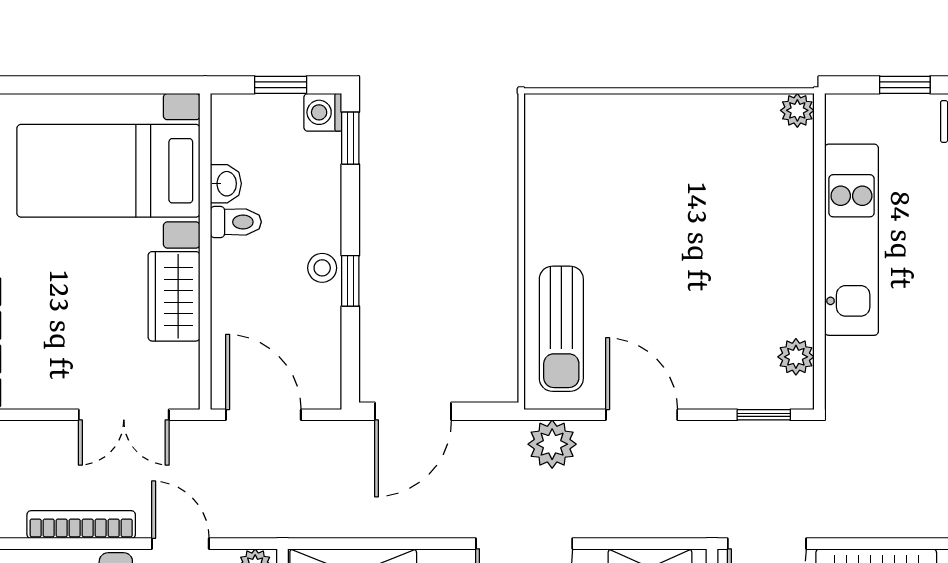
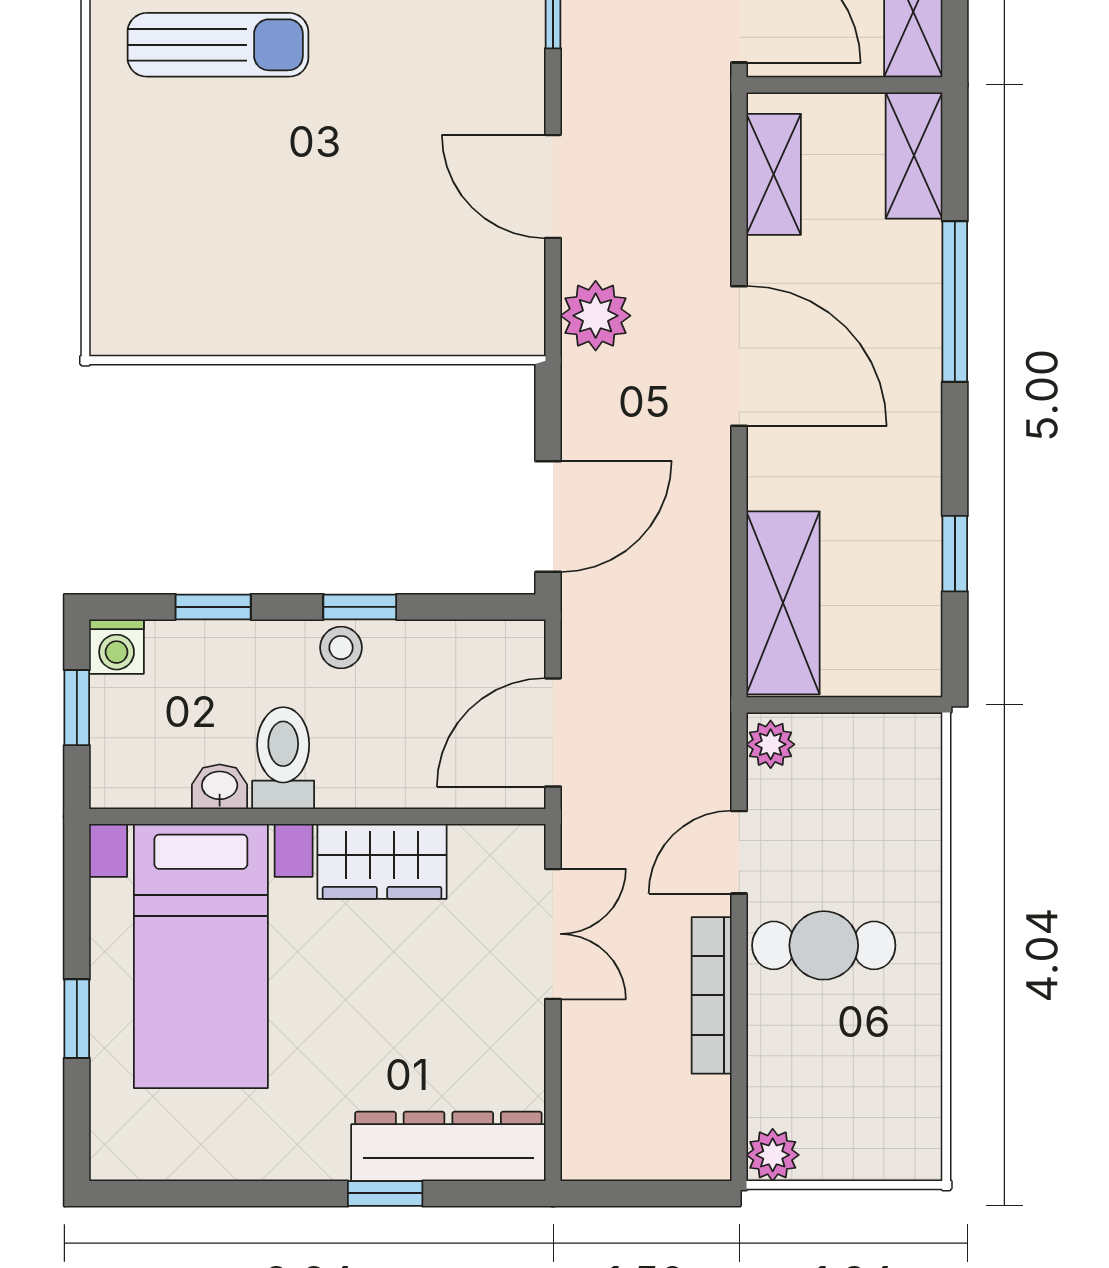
window: (65, 85) -> (77, 1019), added
window: (350, 138) -> (213, 607), moved
toilet: (236, 222) -> (283, 758), width x1.37, depth x1.39
sun lounger: (561, 329) -> (218, 45), moved
door: (413, 411) -> (548, 516), hinge flipped
door: (642, 415) -> (553, 186), hinge flipped

